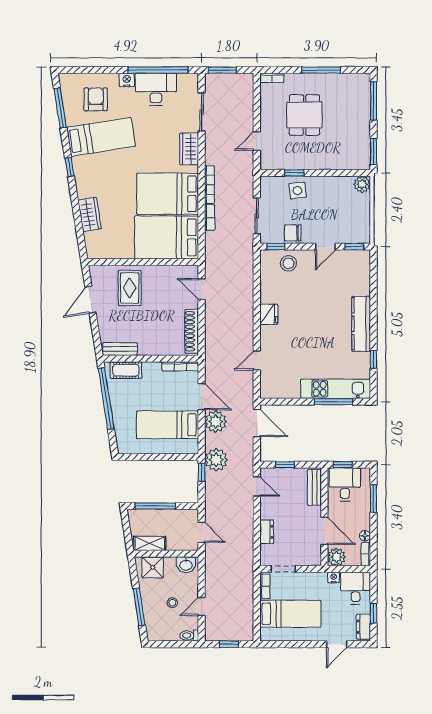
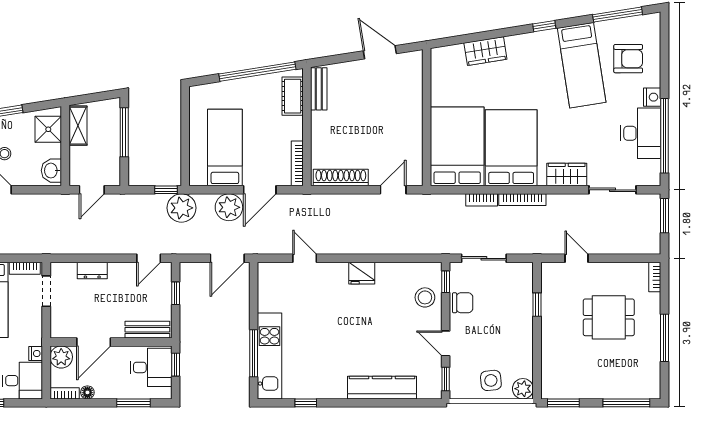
side table: (298, 191) -> (491, 380), moved
chair: (293, 233) -> (463, 303), turned 90
rug: (130, 288) -> (394, 101), removed
kitchen counter: (361, 324) -> (382, 388), moved

